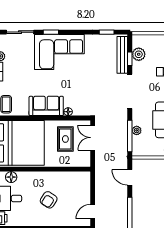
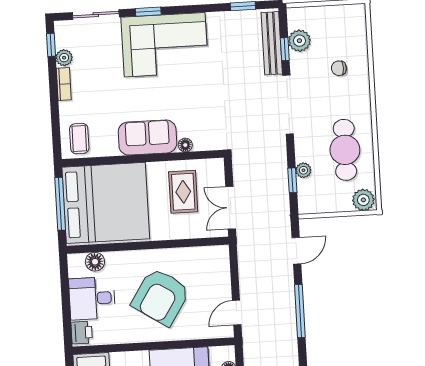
window: (130, 136) -> (292, 180), width x0.46
double door: (93, 138) -> (231, 208), moved
door: (130, 177) -> (296, 251), swing flipped
armchair: (49, 200) -> (161, 297), width x1.88, depth x1.88

